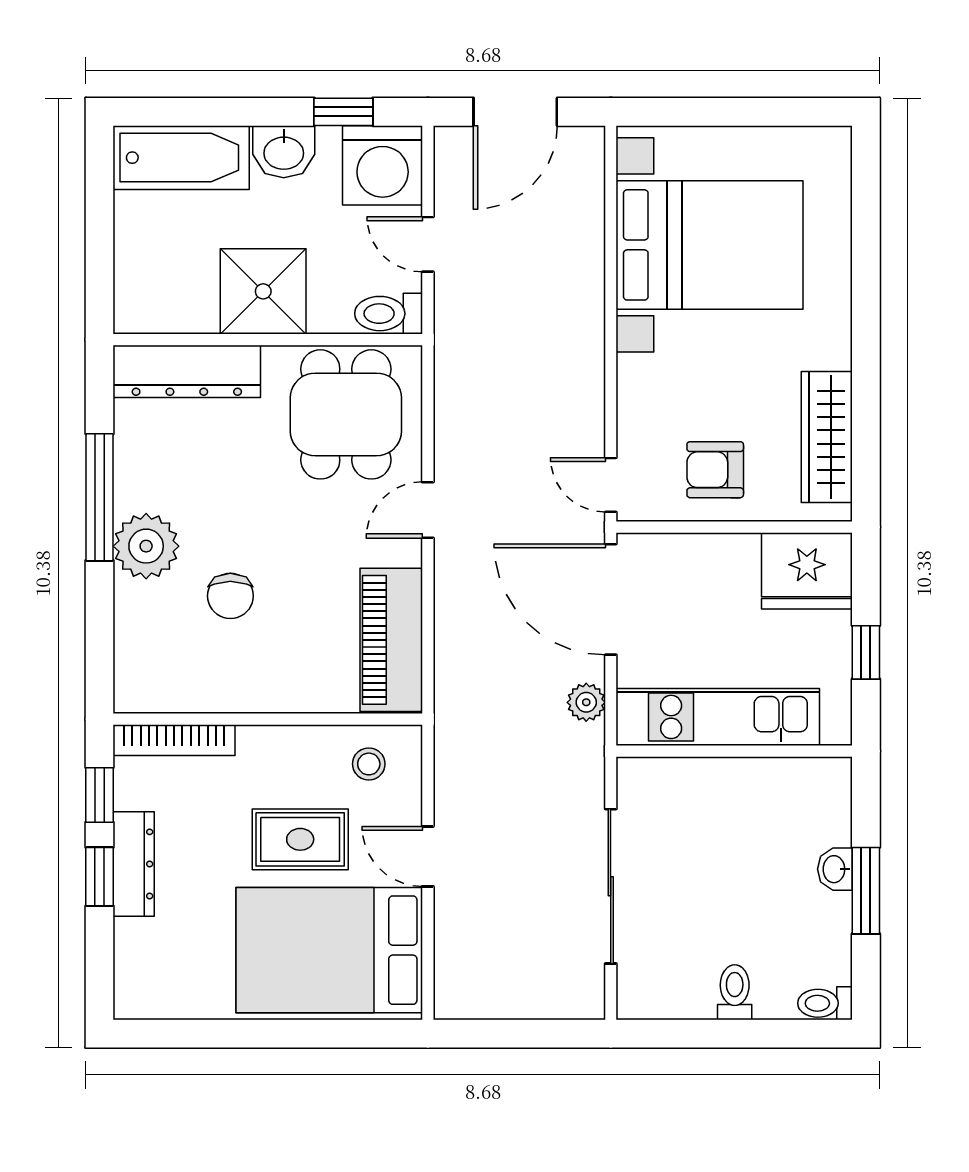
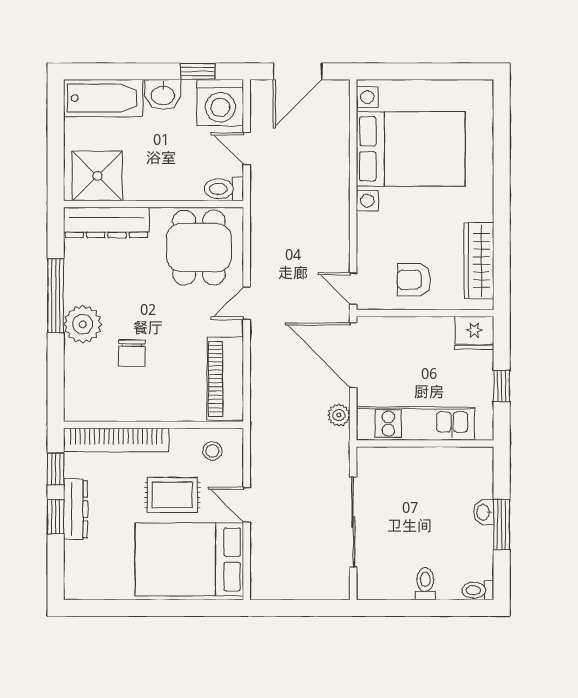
shower: (263, 291) -> (97, 176), moved
fridge: (807, 571) -> (474, 333), width x0.73, depth x0.75
bookcase: (174, 740) -> (116, 440), width x1.48, depth x1.31

